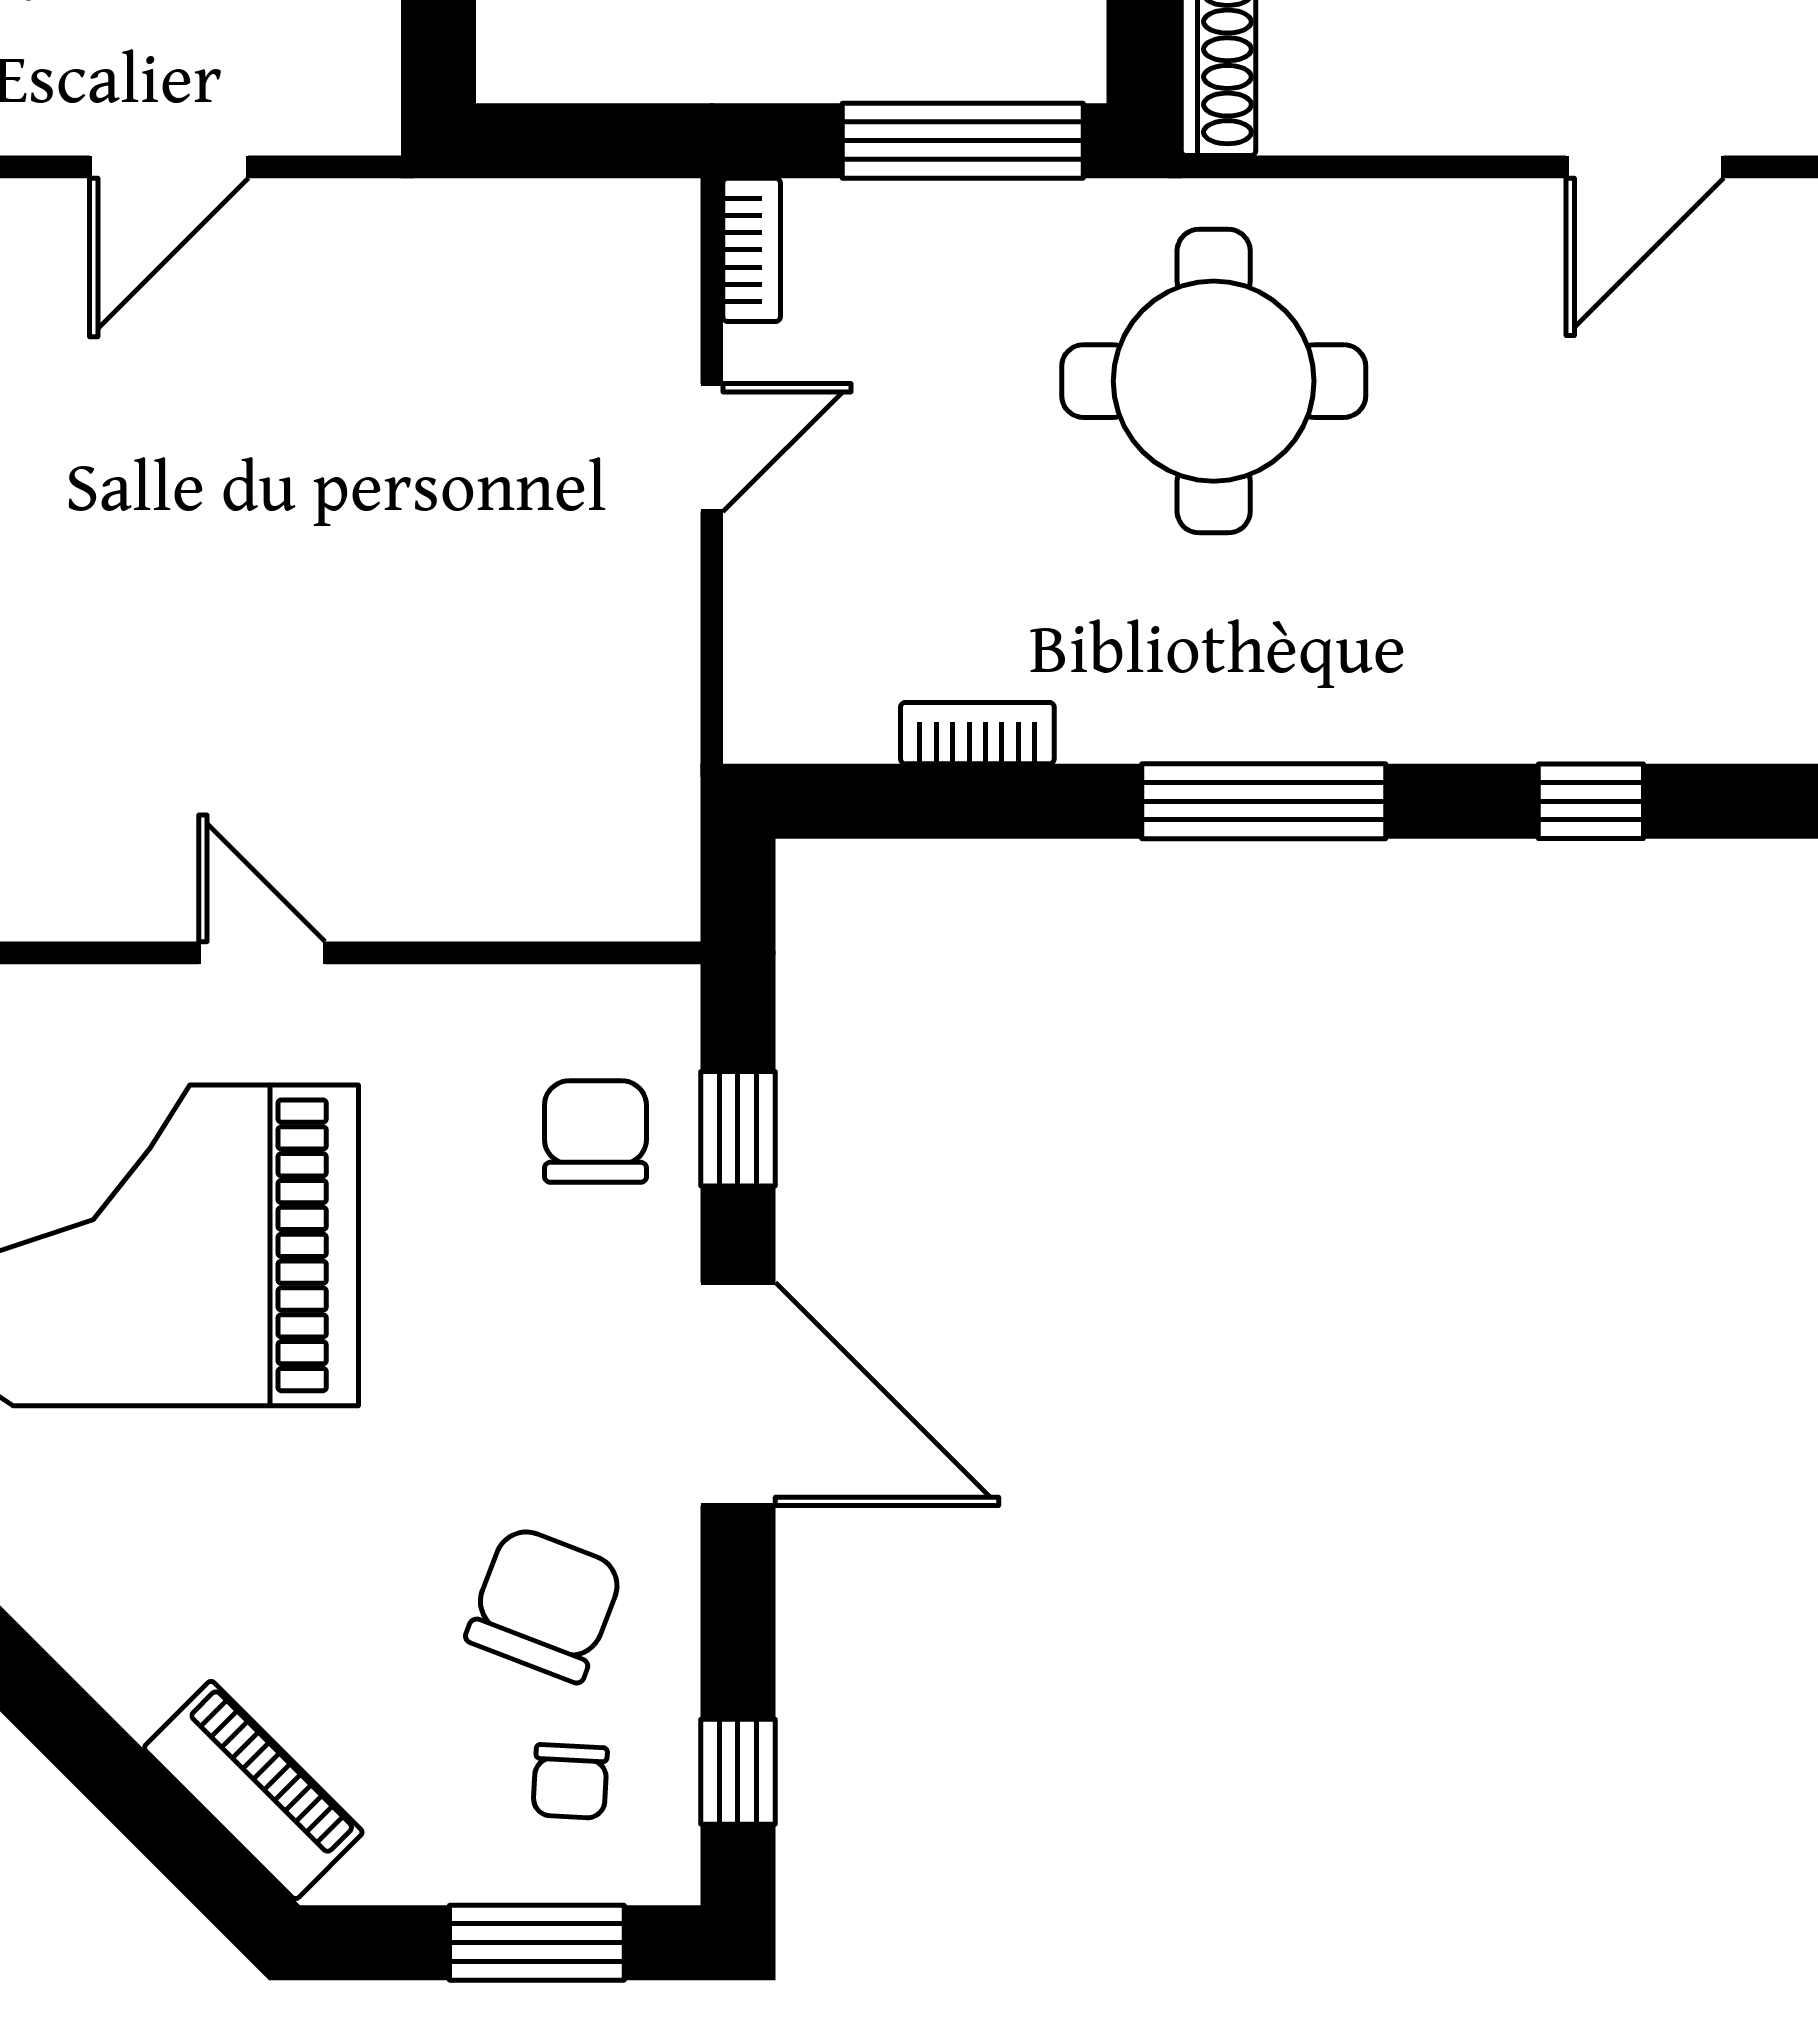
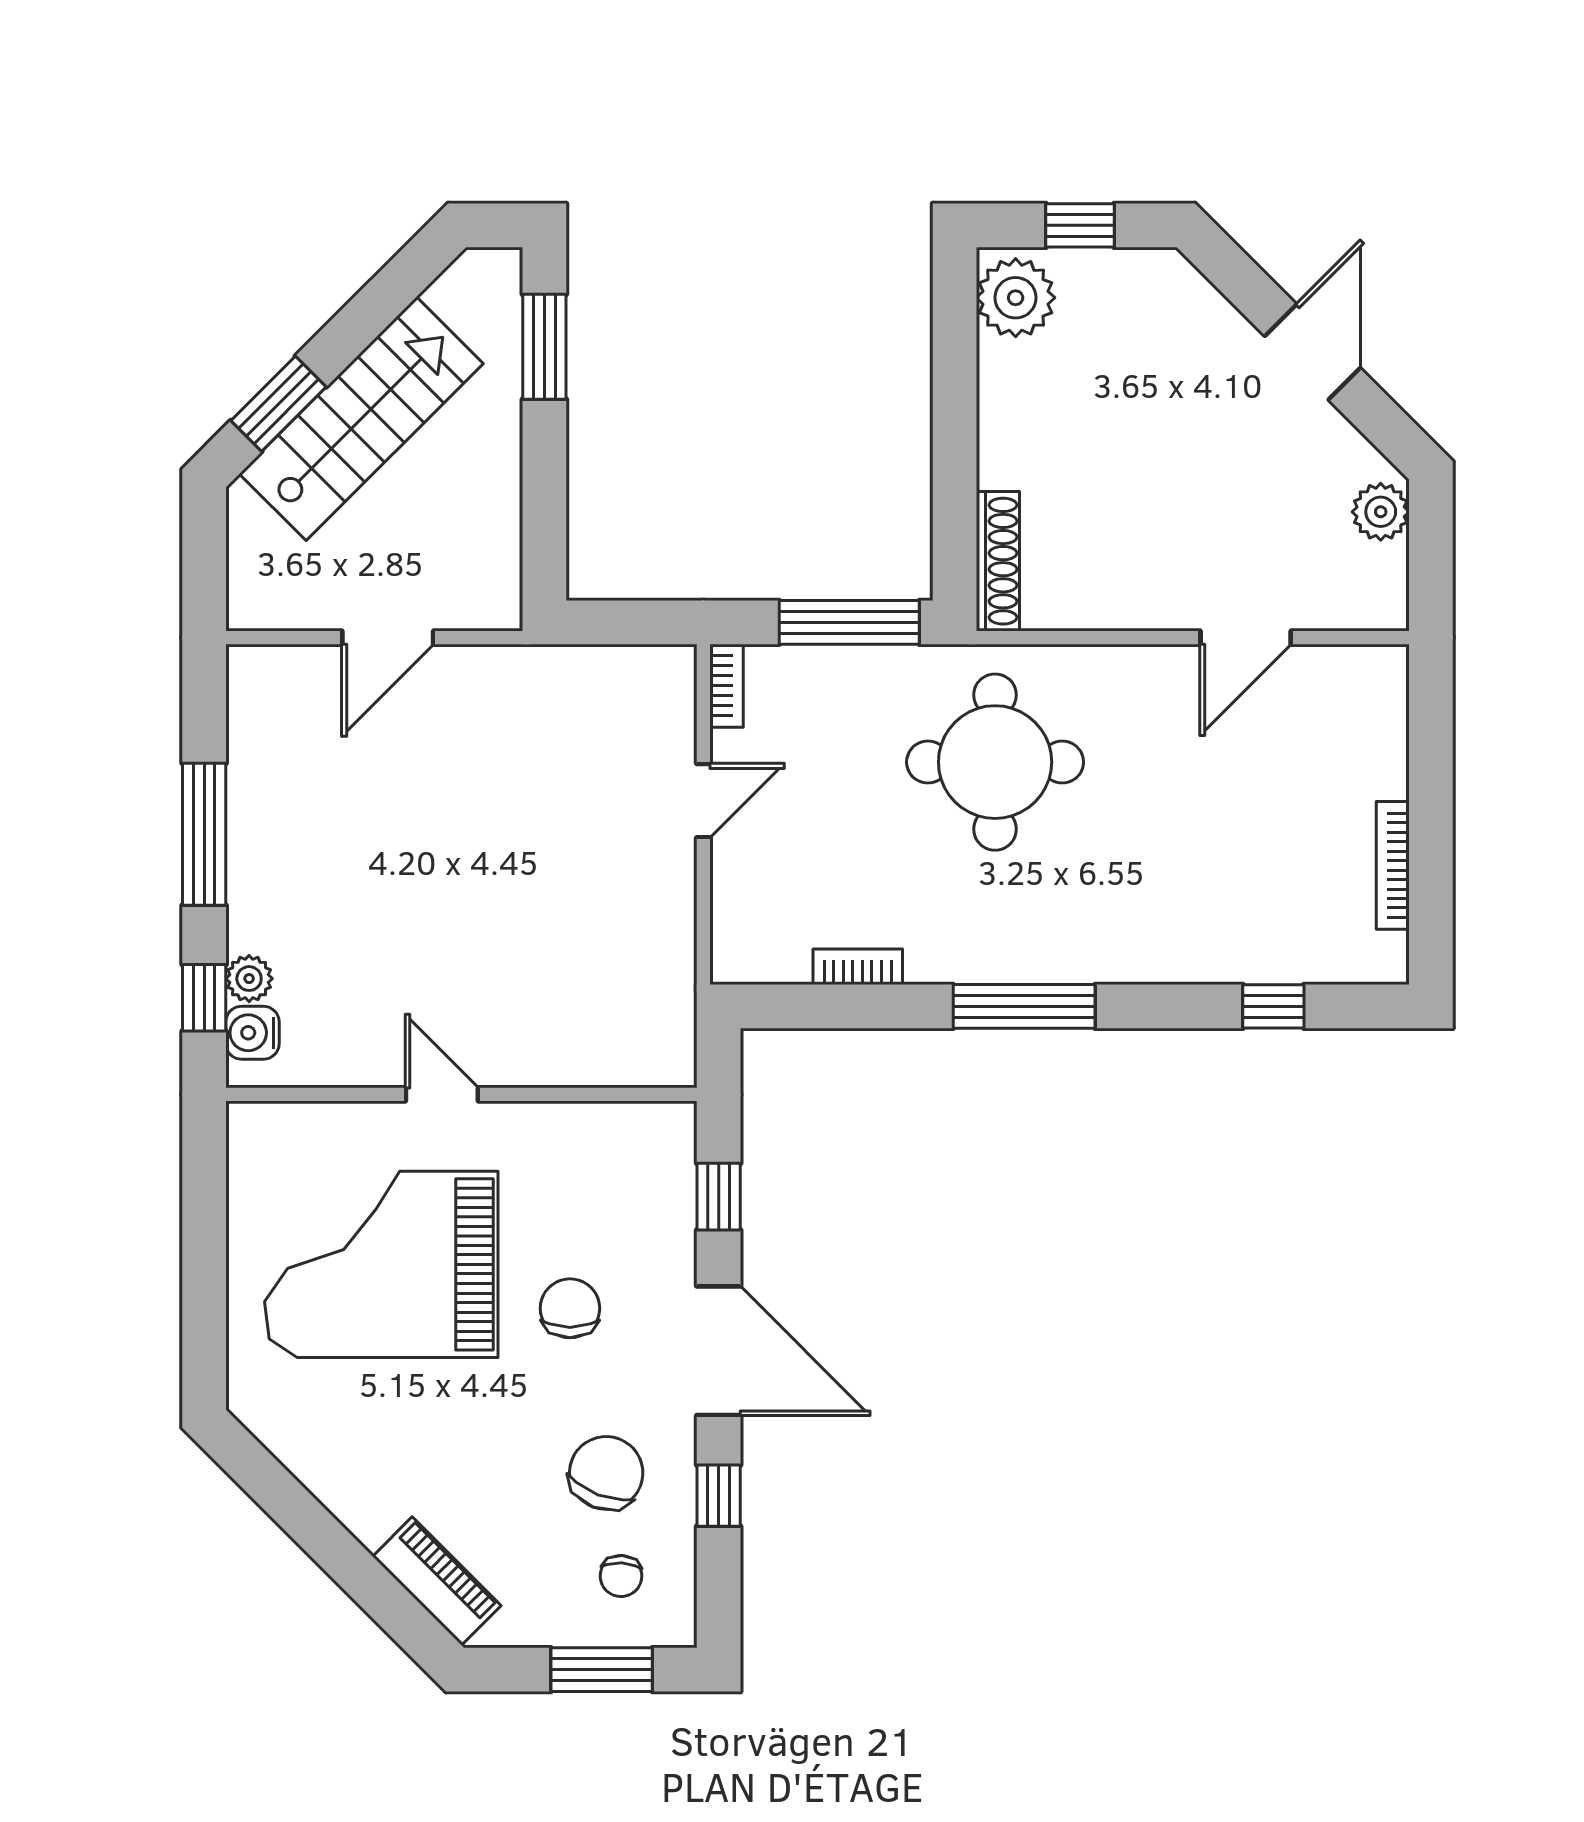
window: (1591, 801) -> (1273, 1006), moved
chair: (595, 1131) -> (570, 1308), moved
window: (738, 1772) -> (719, 1496), moved

